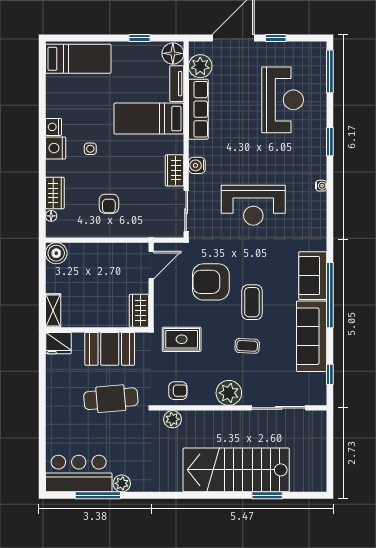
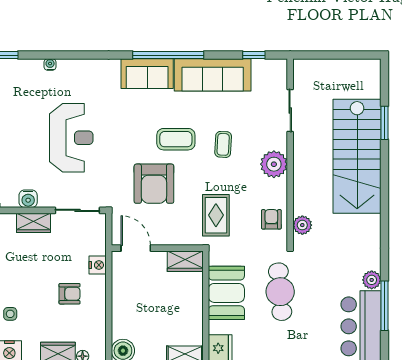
nightstand: (136, 230) -> (98, 265), added
sliding door: (279, 408) -> (290, 111), width x0.73

